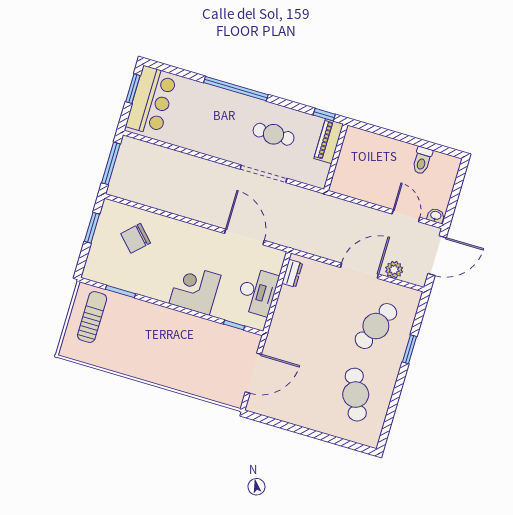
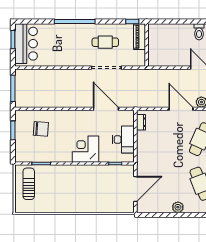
chair: (136, 238) -> (41, 129), turned -132
door: (359, 271) -> (181, 109), hinge flipped
plant: (310, 420) -> (178, 207), added

